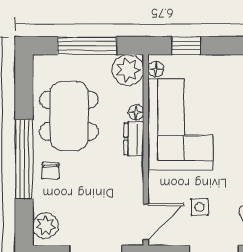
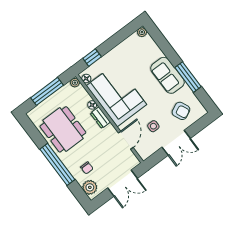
plant: (128, 70) -> (75, 83), width x0.53, depth x0.53
chair: (50, 171) -> (87, 168), moved
door: (146, 222) -> (126, 140), moved

